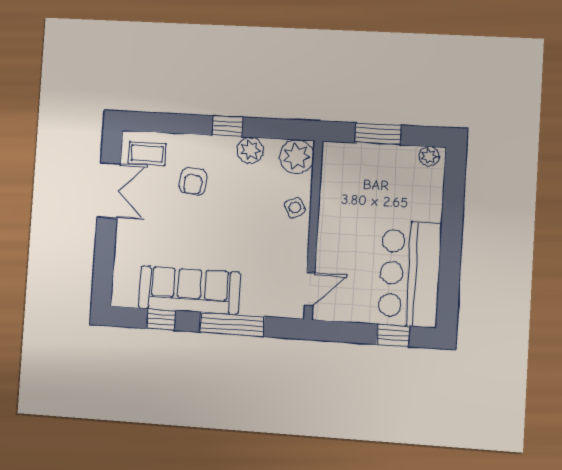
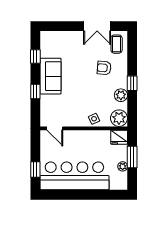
plant: (429, 156) -> (123, 166), moved
fridge: (336, 158) -> (119, 137), added
bar counter: (410, 274) -> (74, 176), width x1.36
sofa: (189, 290) -> (51, 76), width x0.73
window: (232, 324) -> (35, 92), width x0.46

